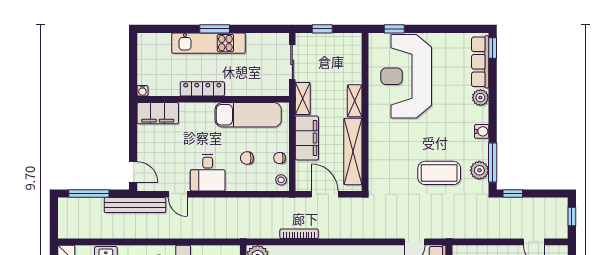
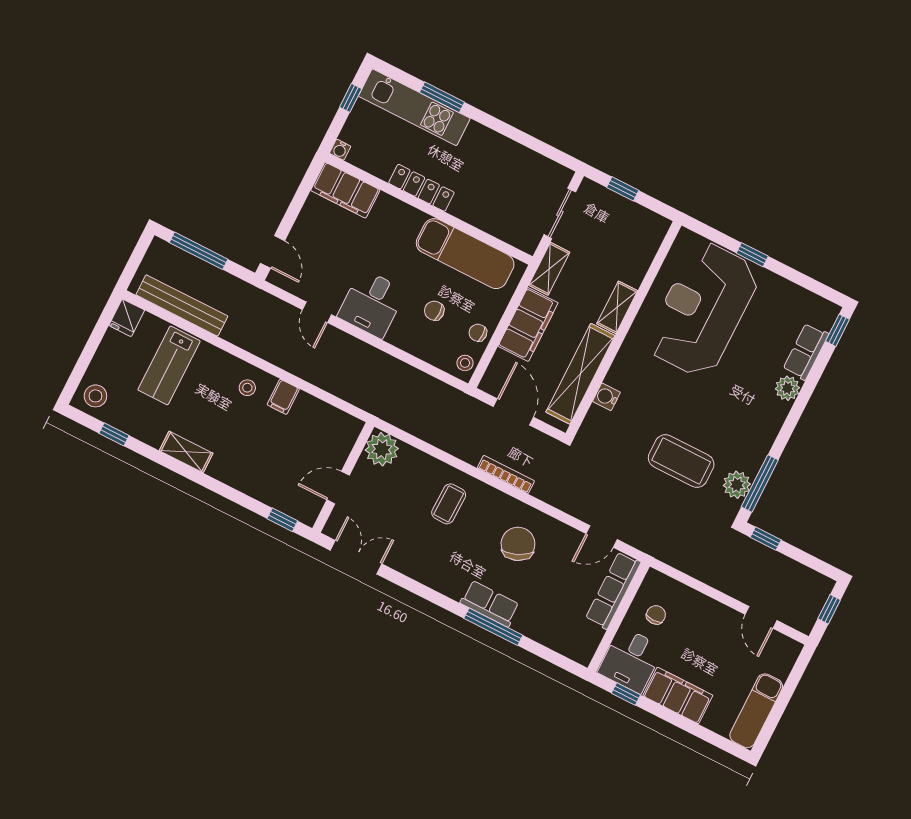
window: (215, 29) -> (442, 97), moved
window: (394, 29) -> (752, 255), moved
kitchen unit: (208, 43) -> (414, 107), moved
window: (133, 57) -> (351, 98), added
row of seats: (480, 62) -> (806, 352), width x0.68
water cooler: (482, 131) -> (606, 397), moved, turned 180
bench: (135, 205) -> (182, 305), moved
bookcase: (299, 234) -> (506, 474), moved

